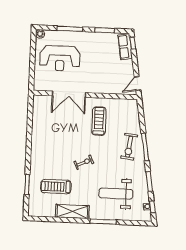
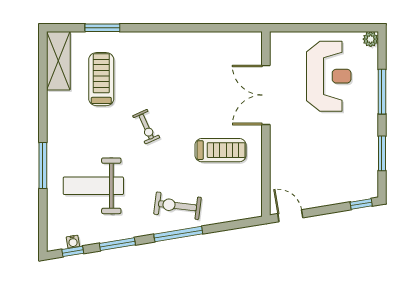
row of seats: (125, 47) -> (354, 191), removed
reception desk: (60, 58) -> (329, 76), turned 180
weight bench: (116, 194) -> (93, 186), turned -90
shelving: (72, 212) -> (58, 61), moved

